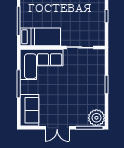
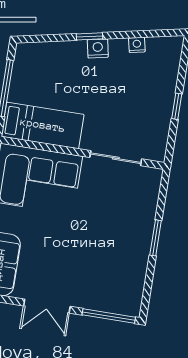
plant: (96, 118) -> (126, 299), removed

